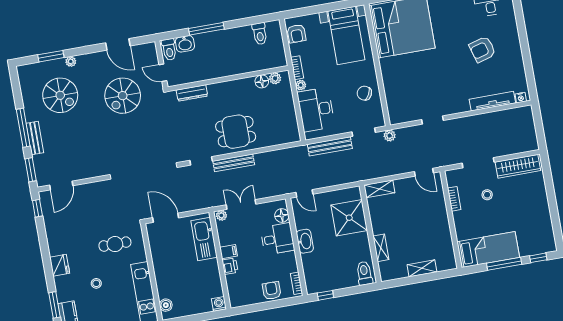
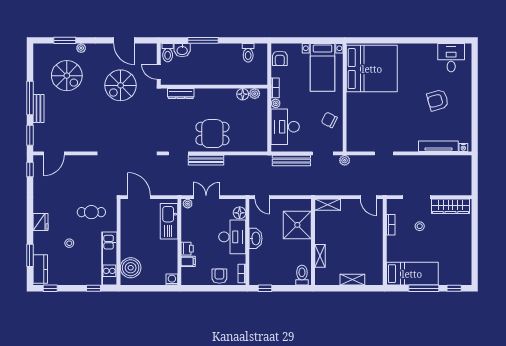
desk: (277, 239) -> (232, 237), width x1.37
filing cabinet: (229, 252) -> (188, 261), moved
boiler: (166, 305) -> (131, 268), width x1.86, depth x1.86

